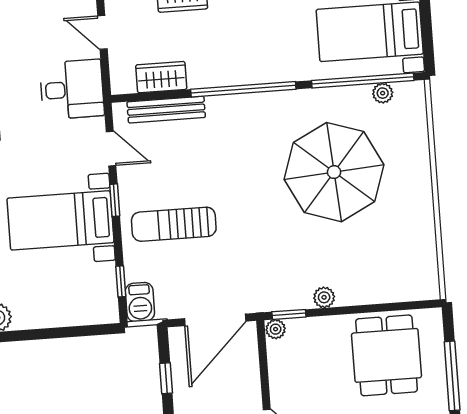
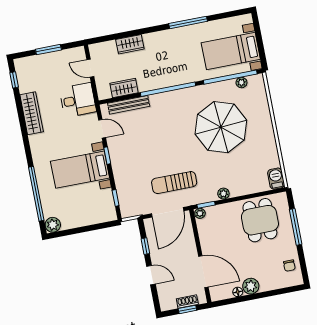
sun lounger: (174, 224) -> (174, 183), moved
barbecue: (140, 302) -> (276, 179), moved, turned 180

